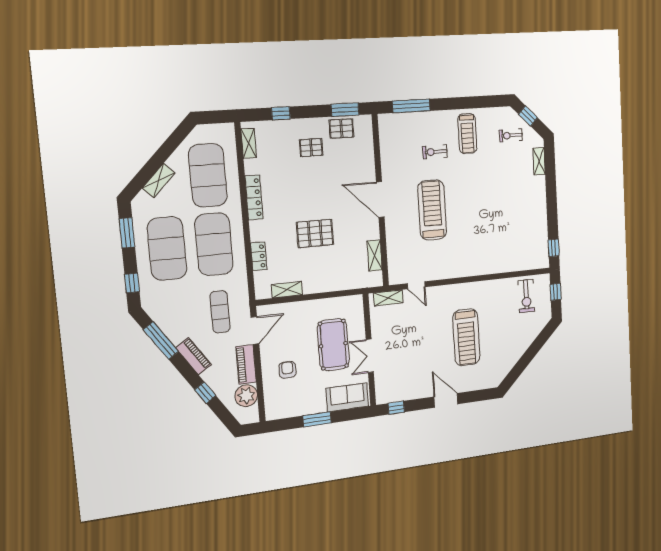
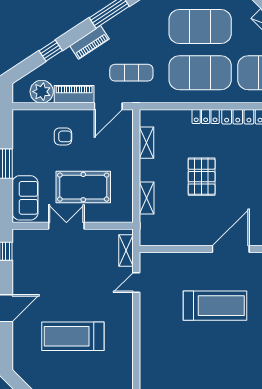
shelving: (375, 255) -> (147, 198), moved, turned 90
locker: (259, 256) -> (206, 116), moved
door: (255, 330) -> (108, 106), hinge flipped

